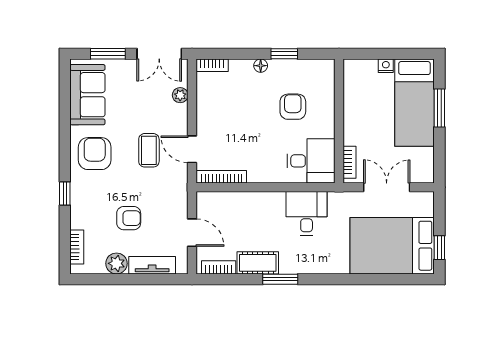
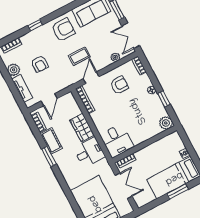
plant: (323, 70) -> (166, 123), added
armchair: (293, 107) -> (119, 85), moved
wardrobe: (262, 204) -> (82, 128), added

